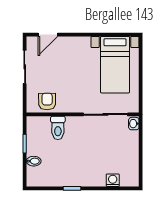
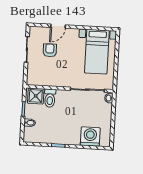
door: (48, 35) -> (58, 26), moved
armchair: (47, 101) -> (50, 50), moved
shower: (39, 126) -> (36, 96), added
washing machine: (113, 180) -> (90, 137), width x1.89, depth x1.89

